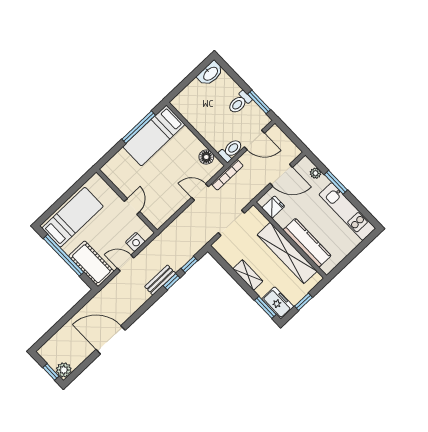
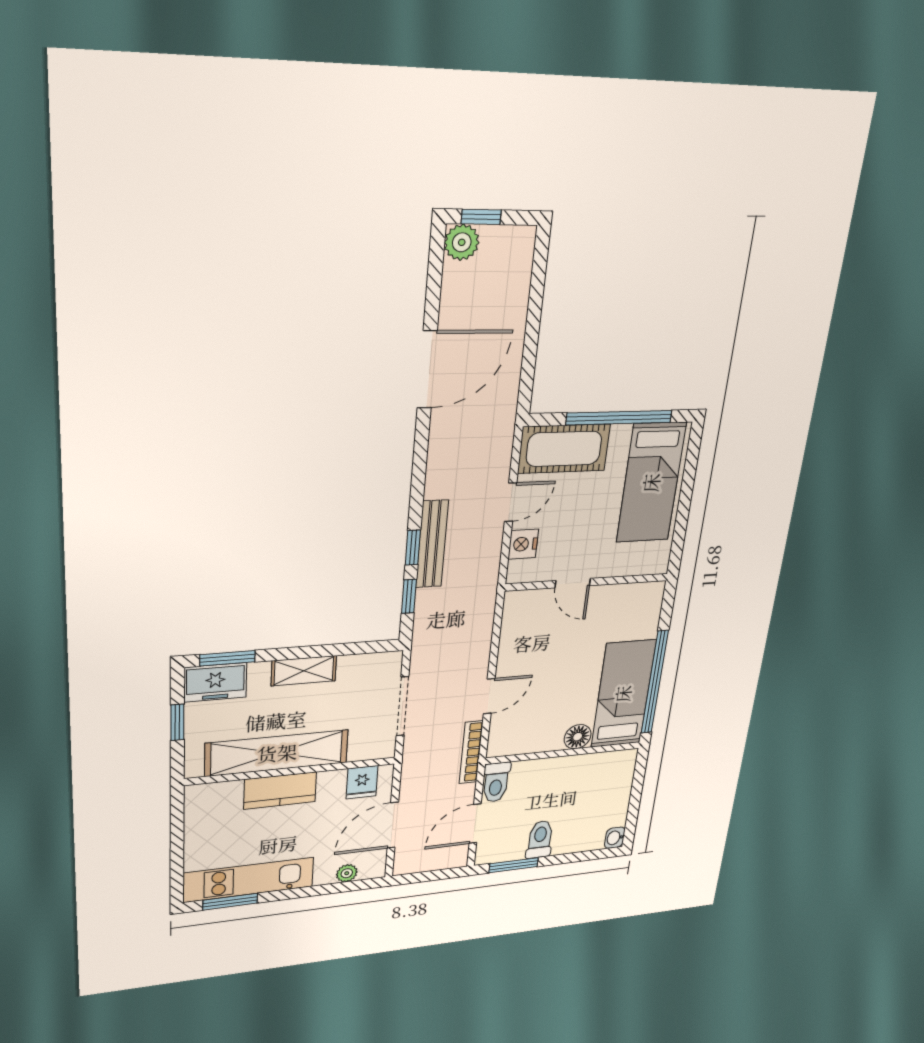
washbasin: (210, 73) -> (615, 838), width x0.52, depth x0.69
window: (139, 127) -> (655, 682), width x1.46
floor lamp: (206, 157) -> (578, 737), moved
window: (336, 182) -> (230, 902), moved
kitchen counter: (307, 243) -> (280, 791), width x0.67
bench: (160, 280) -> (432, 544), width x1.36

